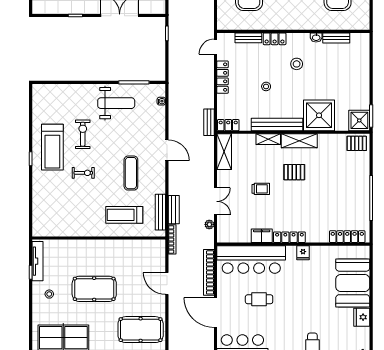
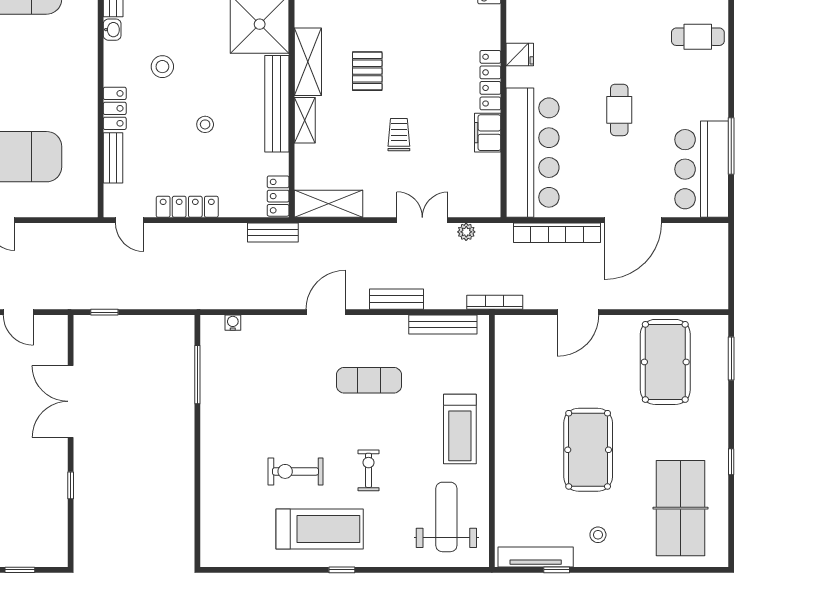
weight bench: (116, 103) -> (446, 517), moved
bench: (174, 210) -> (397, 299), moved
treadmill: (124, 215) -> (460, 429), moved
cafe table: (259, 299) -> (619, 110), moved

